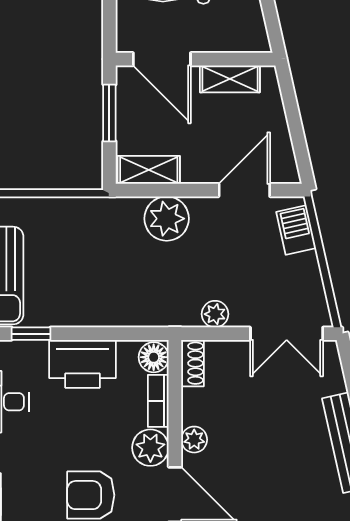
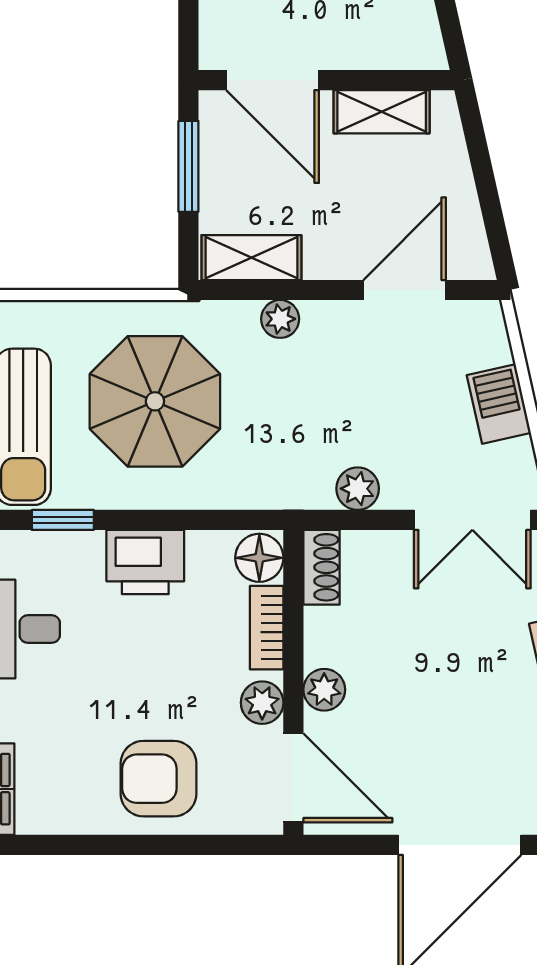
plant: (167, 219) -> (280, 319), width x0.53, depth x0.53
barbecue: (296, 230) -> (499, 404), moved
parasol: (89, 260) -> (155, 401), added
printer: (82, 364) -> (145, 562), width x0.73, depth x0.84
plant: (150, 448) -> (262, 703), width x0.73, depth x0.73

